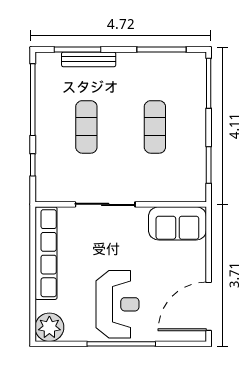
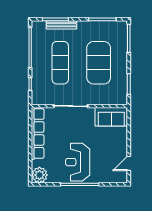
exercise mat: (86, 127) -> (60, 63), width x1.36, depth x1.45
exercise mat: (155, 127) -> (99, 63), width x2.00, depth x1.45
reception desk: (118, 304) -> (78, 162), turned 180
door: (209, 306) -> (129, 163), width x0.53

